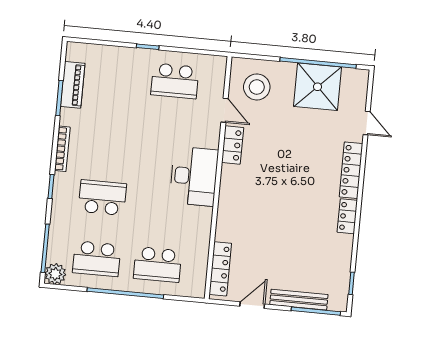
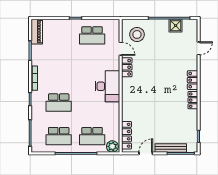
piano: (73, 85) -> (37, 32), moved
shower: (318, 87) -> (176, 26), width x0.54, depth x0.54
door: (367, 123) -> (199, 48), hinge flipped
locker: (351, 170) -> (193, 80), width x0.66
school desk: (102, 198) -> (59, 103), turned 180
plant: (55, 274) -> (112, 146), moved

